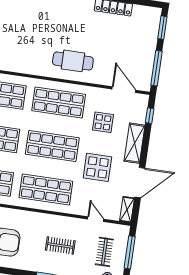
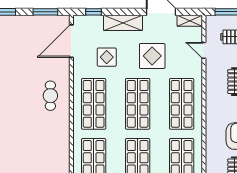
cafe table: (73, 61) -> (50, 96), width x0.73, depth x0.74
window: (157, 68) -> (45, 12), width x0.69
door: (124, 90) -> (71, 41), width x1.36
door: (96, 219) -> (204, 50), hinge flipped

